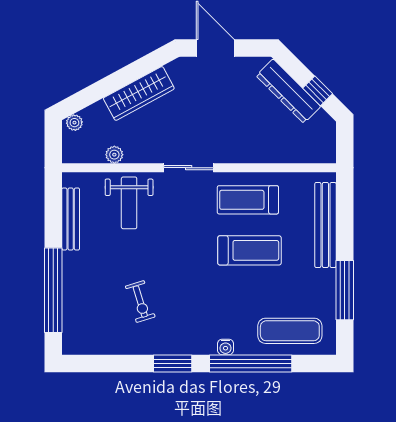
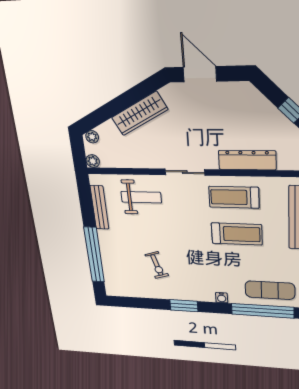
dresser: (288, 91) -> (247, 160), moved, turned 135
plant: (114, 155) -> (93, 161), moved
weight bench: (129, 203) -> (141, 197), turned -90
window: (251, 363) -> (263, 311), moved

